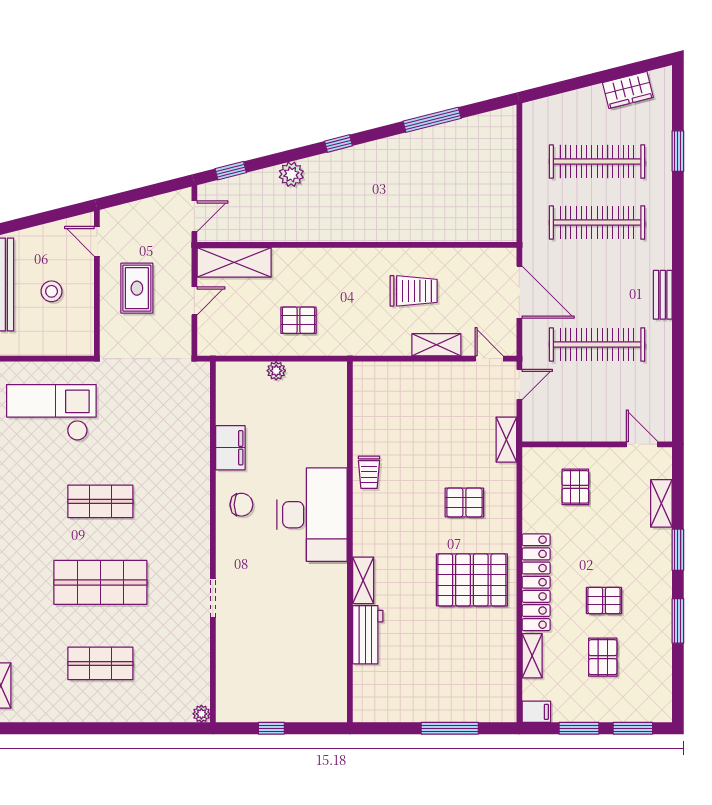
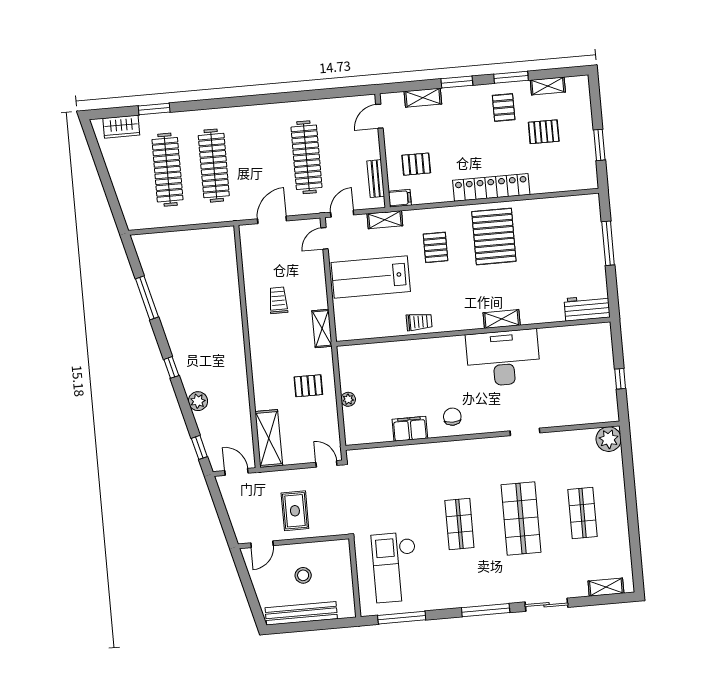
wardrobe: (628, 90) -> (121, 127), moved, turned 104
rug: (137, 288) -> (295, 511), turned 90
trolley: (414, 291) -> (278, 300), width x0.73, depth x0.72
door: (519, 292) -> (272, 220), width x0.73
bench: (663, 295) -> (376, 179), moved, turned 90
door: (194, 301) -> (326, 464), moved
pallet: (298, 320) -> (308, 386), turned 90
shelving: (436, 345) -> (322, 329), moved
door: (519, 385) -> (342, 214), hinge flipped
lab bench: (433, 414) -> (371, 277), added
desk: (312, 515) -> (503, 358), moved
pallet: (604, 601) -> (504, 107), moved
workbench: (368, 635) -> (587, 308), moved
shelving: (532, 656) -> (548, 86), moved
filing cabinet: (536, 712) -> (400, 198), moved, turned 90
plant: (201, 714) -> (609, 439), width x1.88, depth x1.88
window: (633, 728) -> (596, 104), removed

